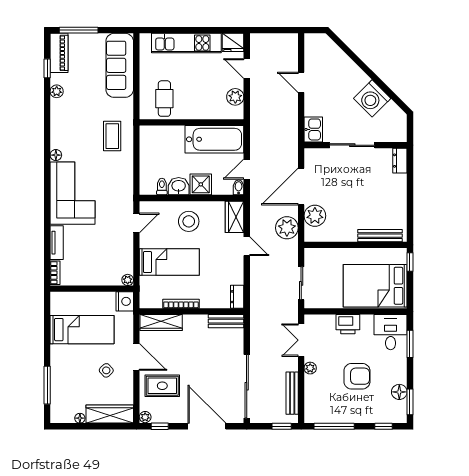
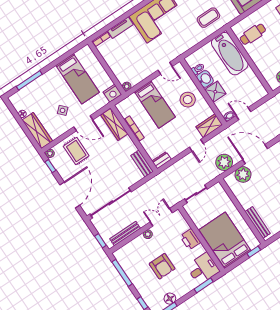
bathtub: (214, 139) -> (230, 54), moved
door: (136, 357) -> (83, 123), hinge flipped

